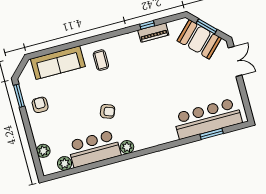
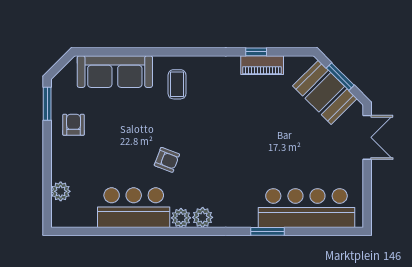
window: (212, 134) -> (268, 231), moved
plant: (65, 163) -> (203, 217), moved

